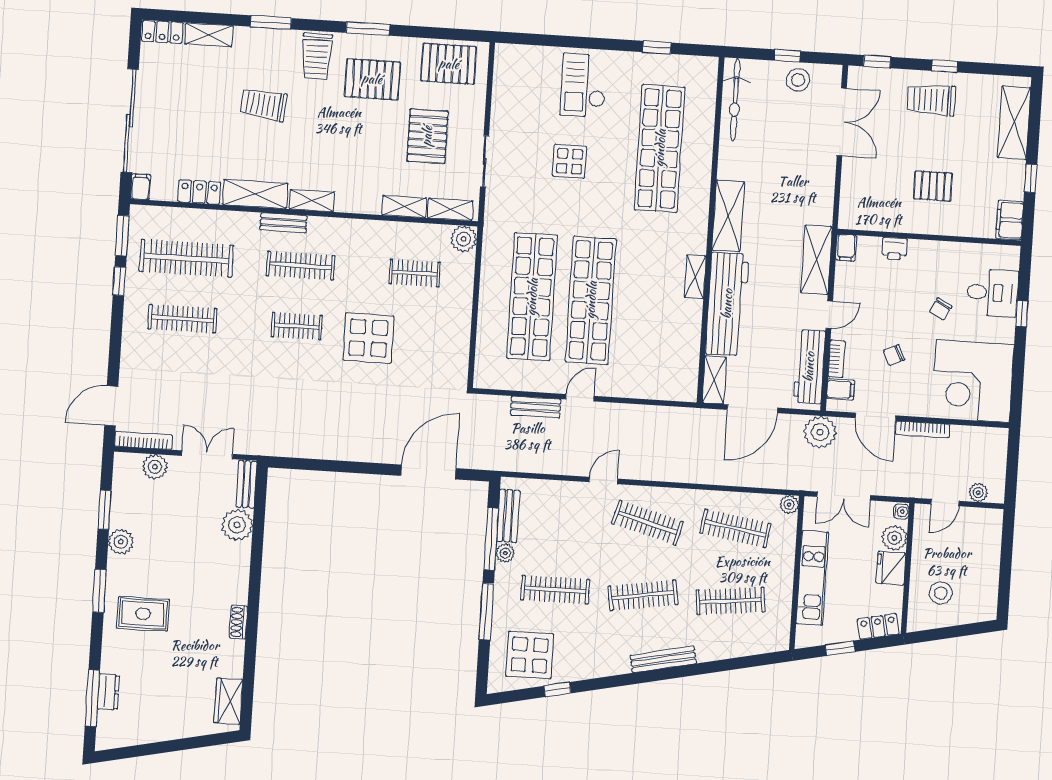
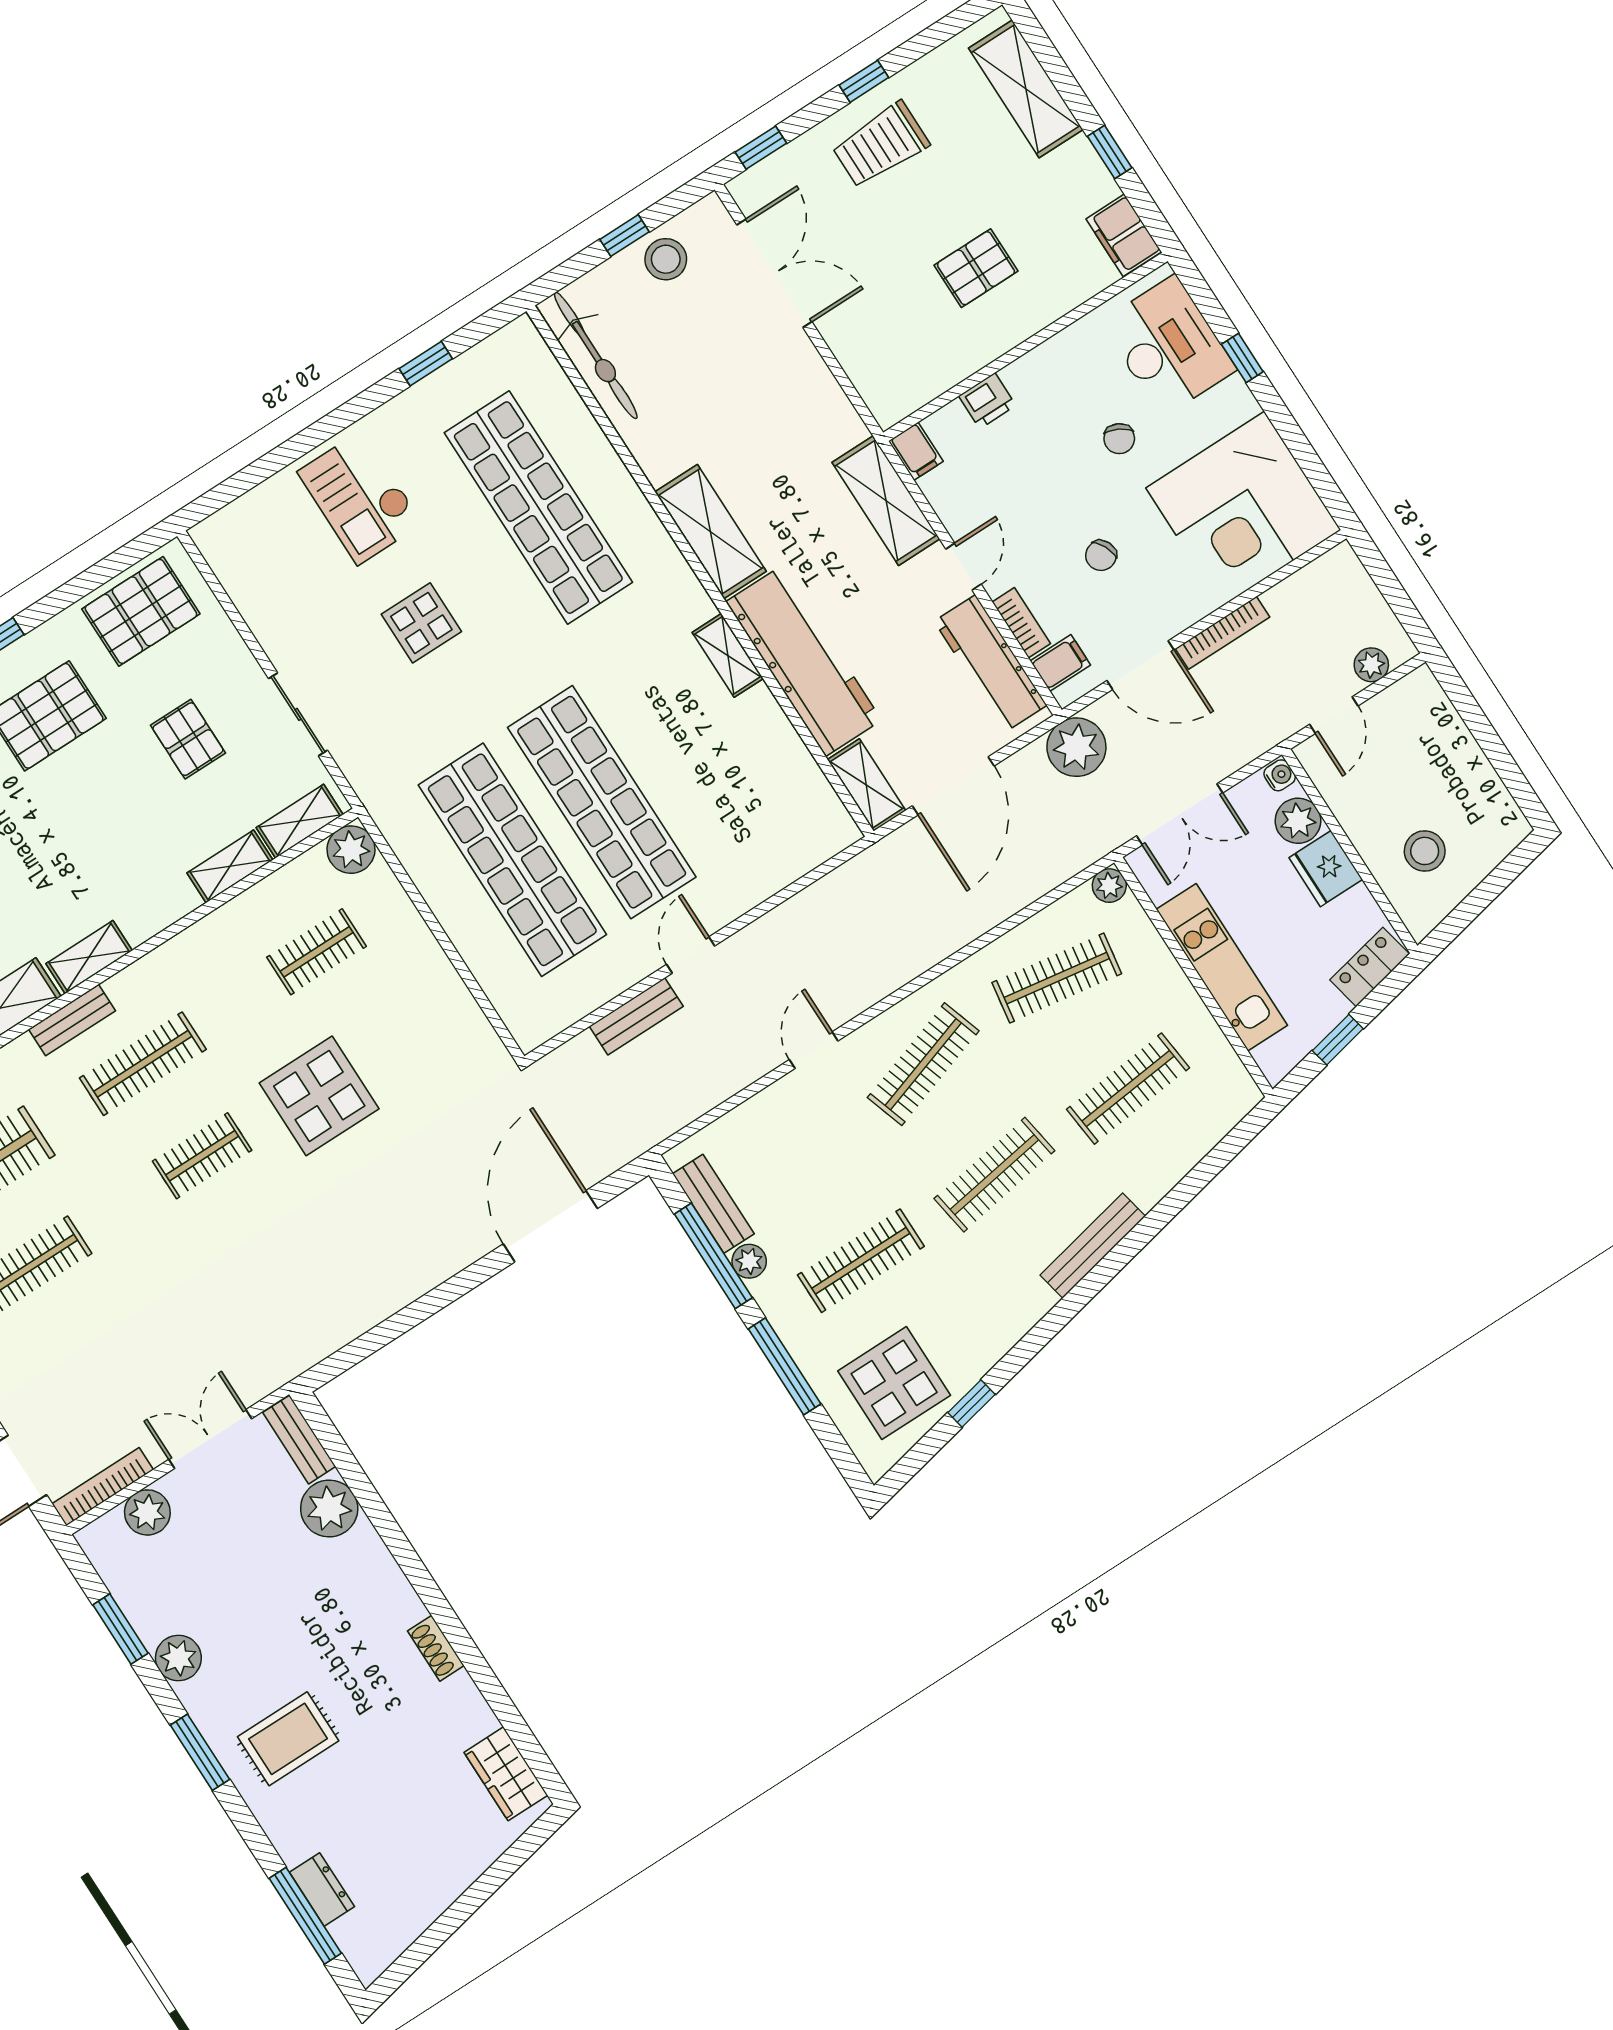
pallet: (427, 136) -> (188, 739), width x0.67, depth x0.71
desk: (992, 293) -> (1169, 346), width x1.37
clothes rail: (648, 523) -> (923, 1064), turned -33

